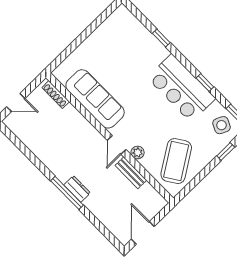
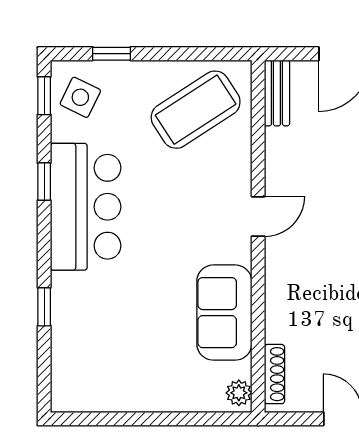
sofa: (95, 99) -> (224, 313), width x0.73
plant: (138, 152) -> (239, 393), moved
bench: (131, 173) -> (277, 93), moved

